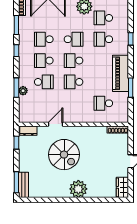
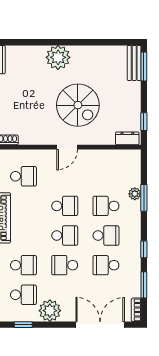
school desk: (44, 39) -> (106, 265), turned 180
door: (55, 124) -> (67, 147), moved
spiral stairs: (64, 155) -> (78, 105), turned 180

